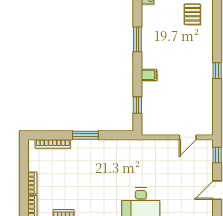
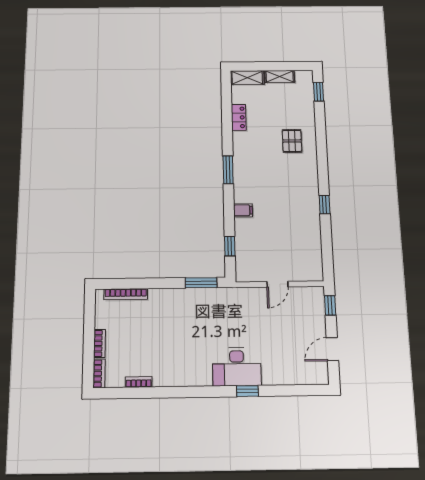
window: (85, 135) -> (201, 283), moved
door: (188, 137) -> (277, 284), moved

